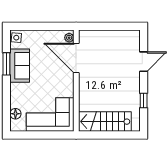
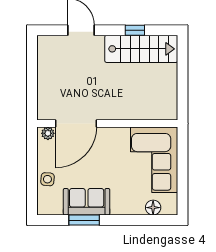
side table: (16, 38) -> (47, 179), moved
stairs: (105, 122) -> (141, 49), moved, turned -90

